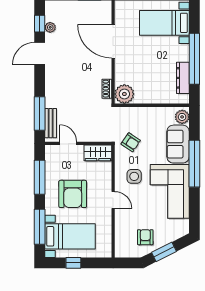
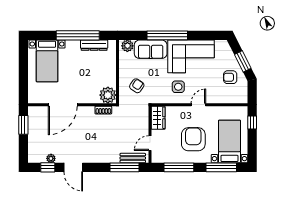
armchair: (131, 142) -> (137, 86), moved
armchair: (73, 194) -> (193, 139), turned -90
window: (73, 263) -> (252, 123), moved

